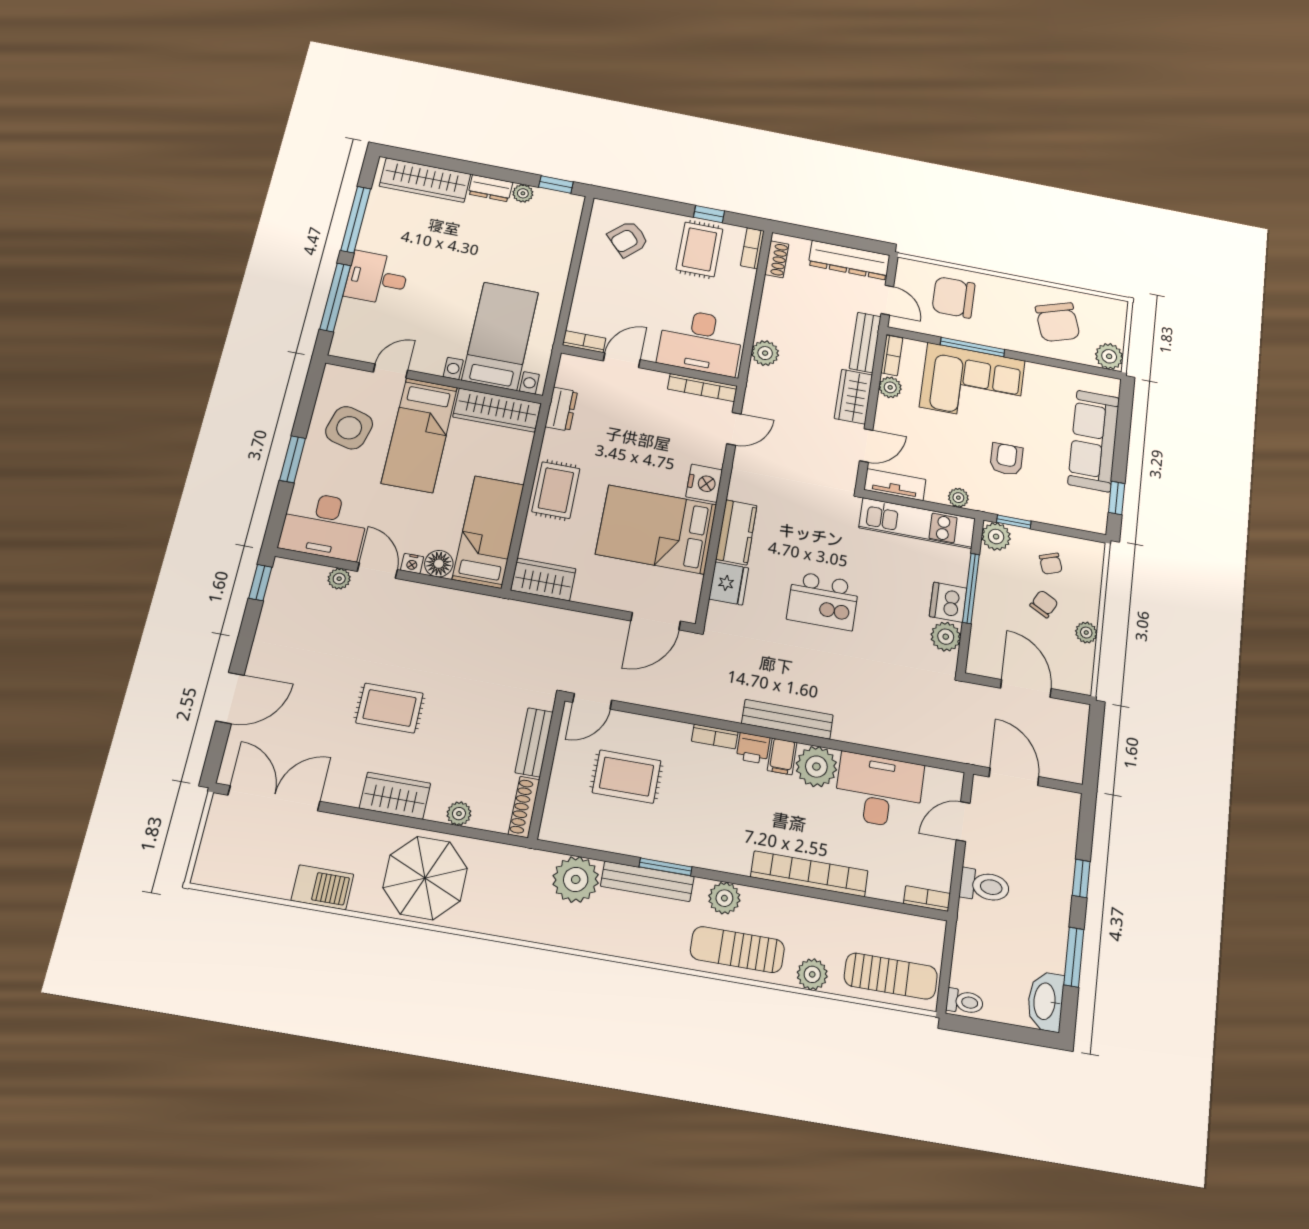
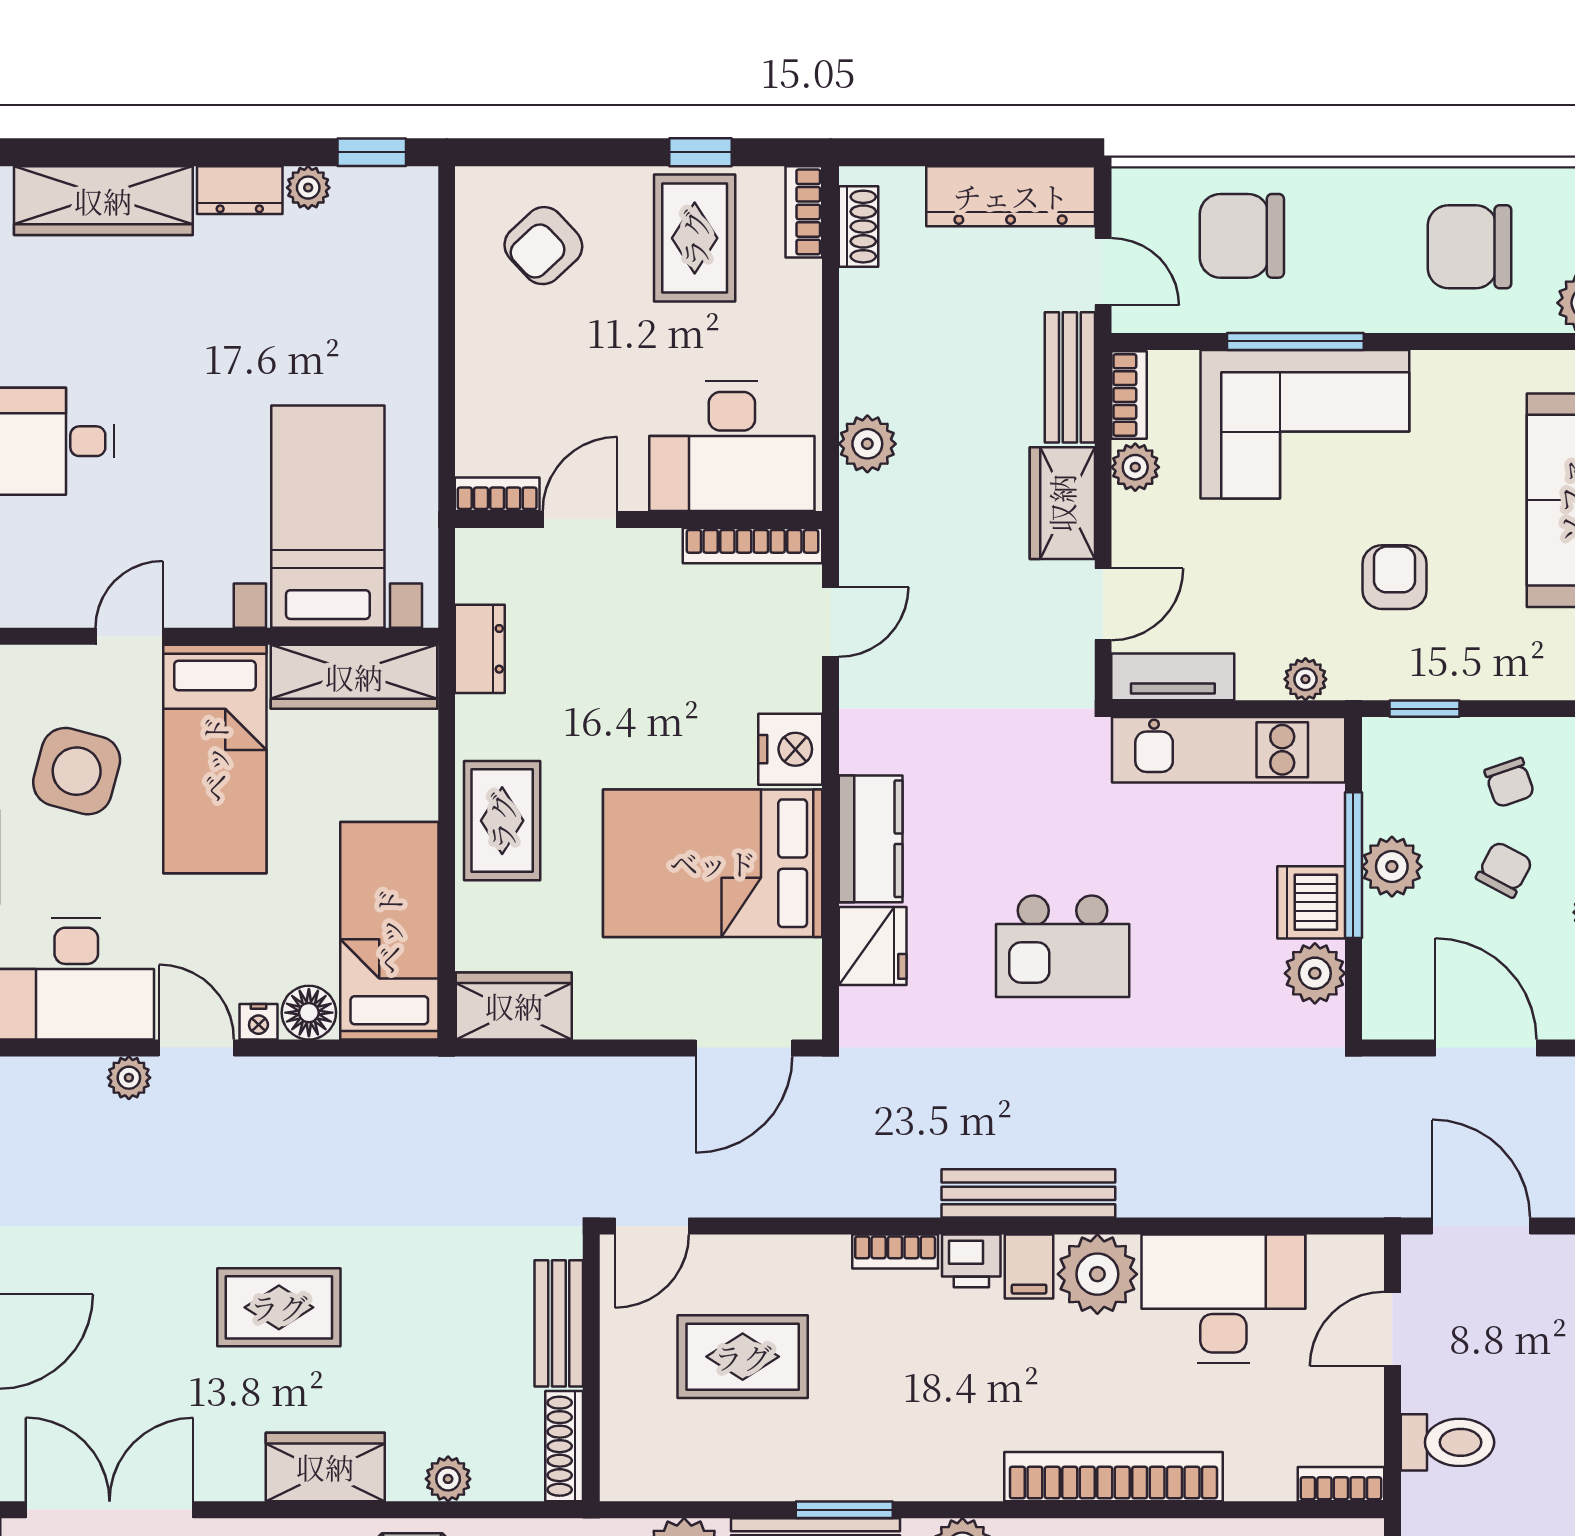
chair: (1058, 322) -> (1470, 247), turned 108
plant: (996, 537) -> (1392, 867), moved

